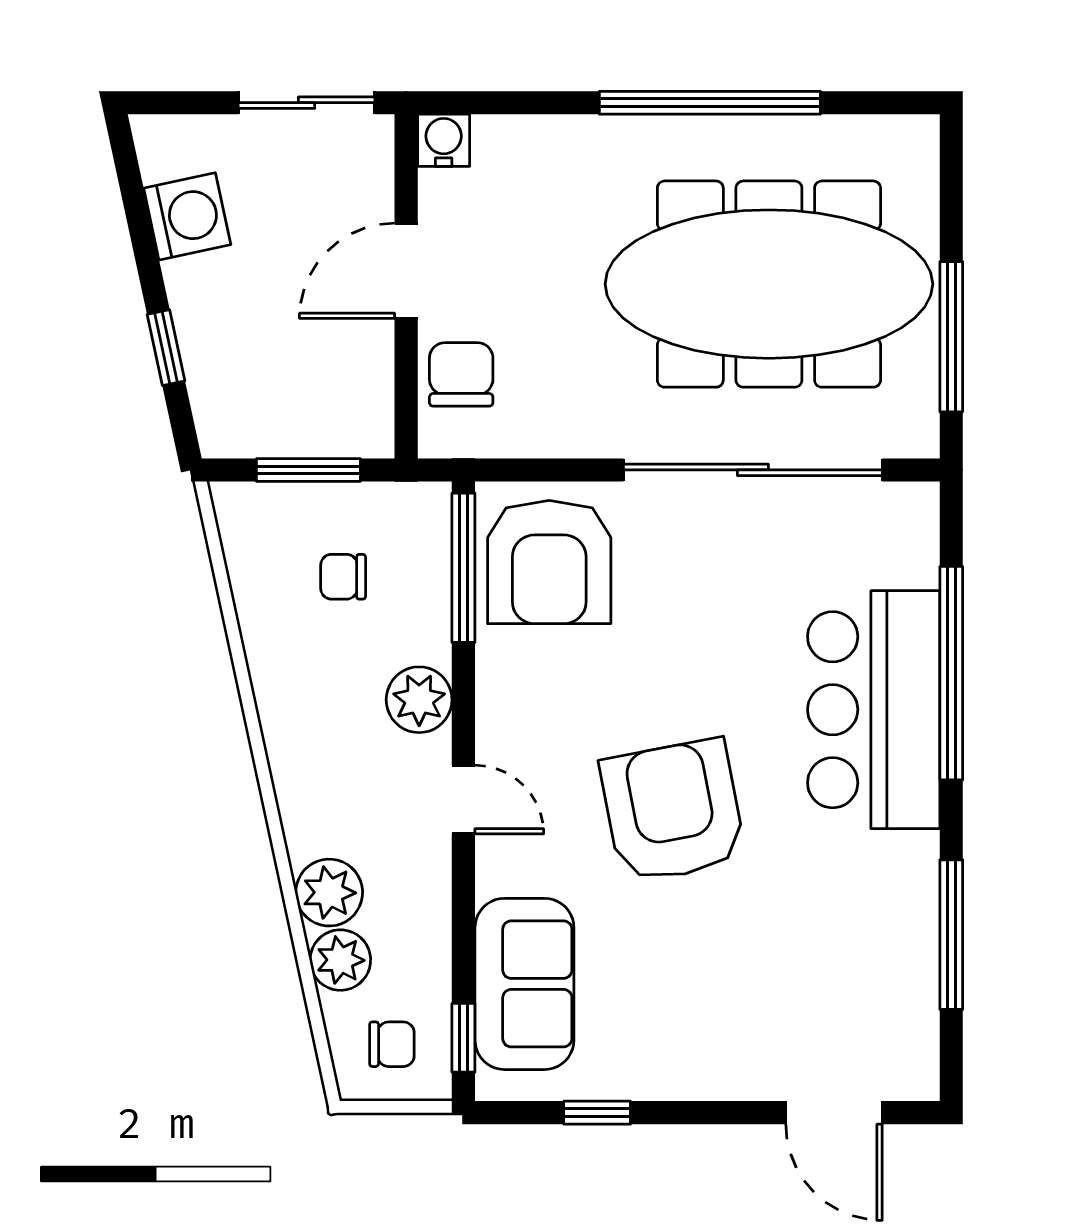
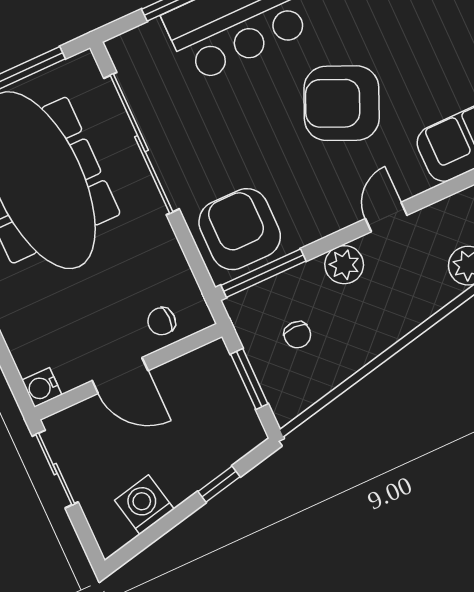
chair: (461, 374) -> (162, 321), width x0.73, depth x0.73
armchair: (549, 562) -> (240, 229), turned -90
armchair: (673, 811) -> (342, 103), turned 35

